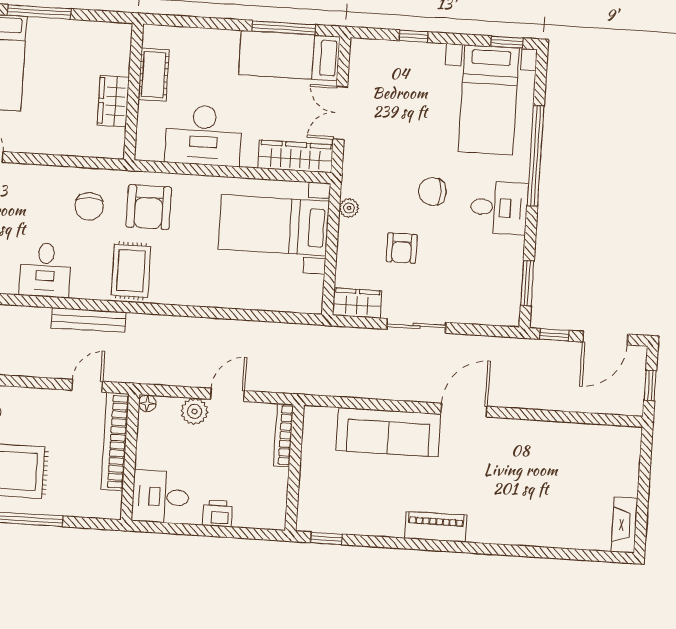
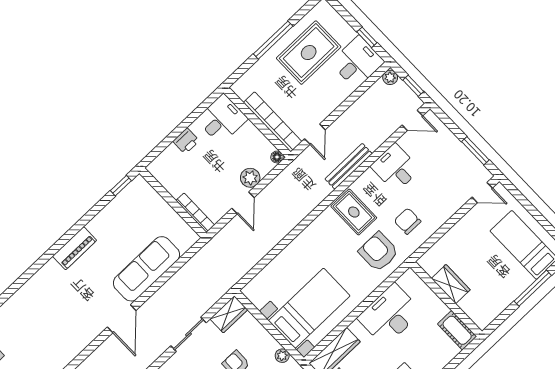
cot: (154, 75) -> (457, 330), moved

